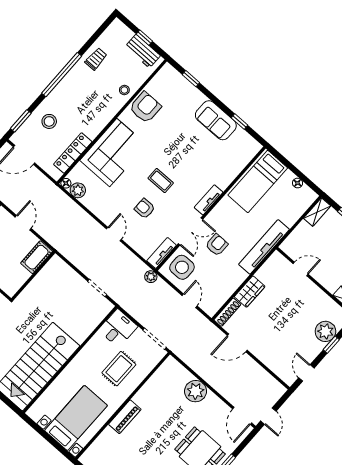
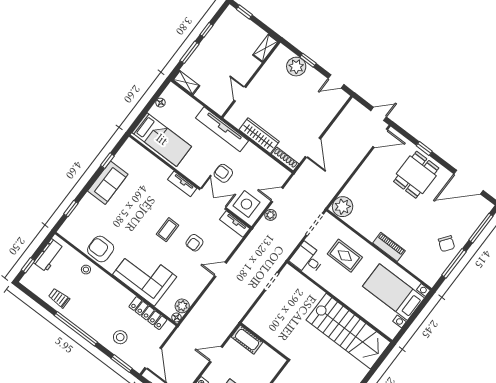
window: (144, 38) -> (28, 265), moved
plant: (151, 277) -> (270, 215), moved
wardrobe: (250, 292) -> (259, 136), width x1.50
plant: (196, 391) -> (343, 207), moved

